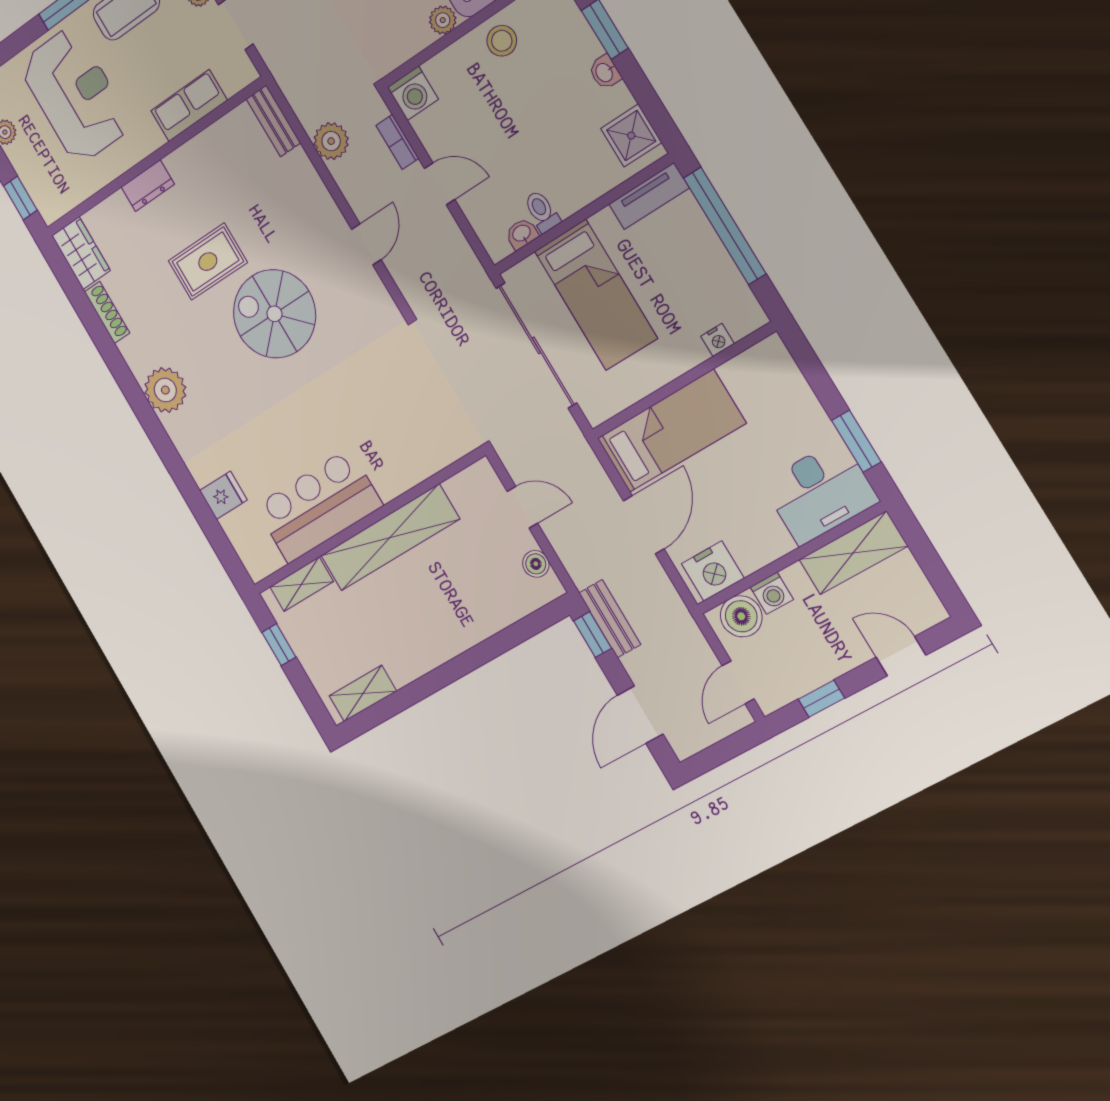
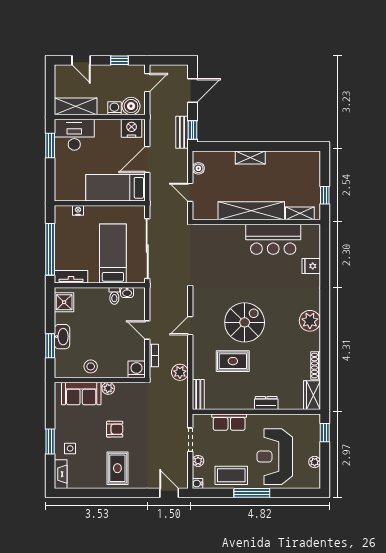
washbasin: (605, 72) -> (62, 337), width x1.91, depth x1.45
rug: (208, 262) -> (233, 361), moved
spiral stairs: (274, 314) -> (245, 322), turned -90
shelving: (363, 693) -> (250, 158), moved

